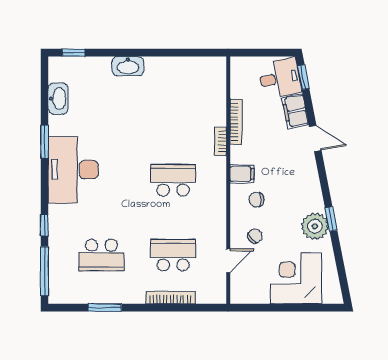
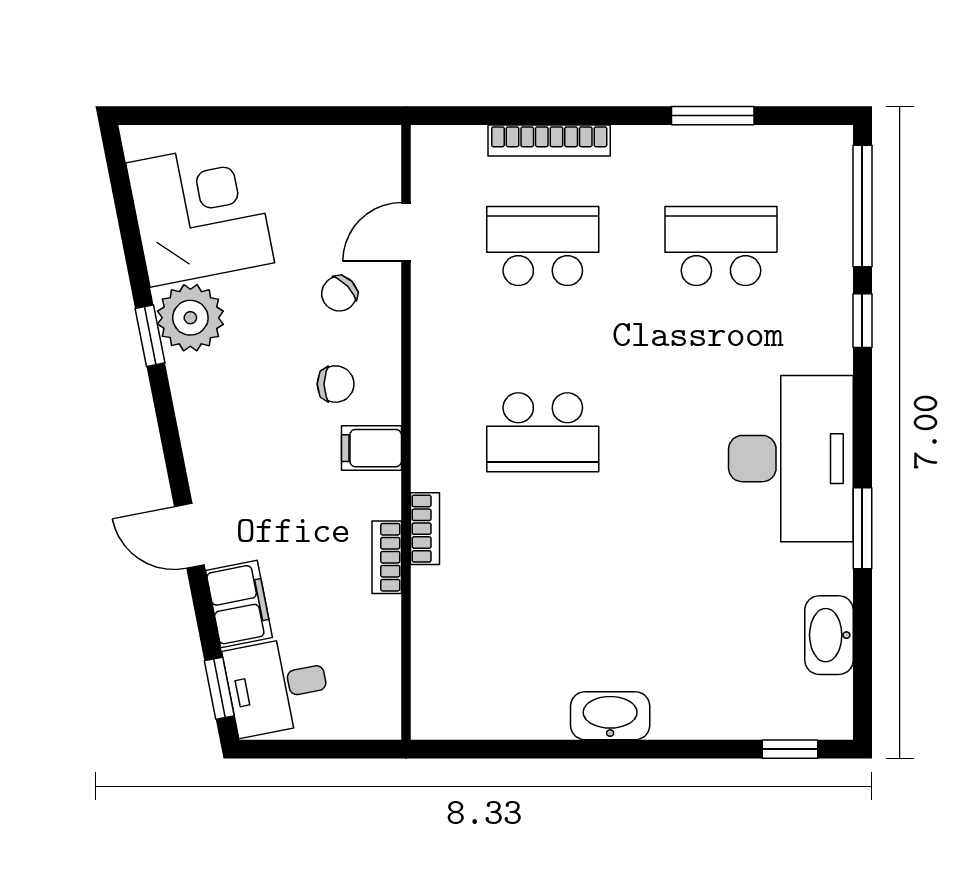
washbasin: (128, 66) -> (610, 716), moved
bookcase: (236, 122) -> (387, 557), width x0.64
school desk: (173, 255) -> (543, 246), turned 180
corner desk: (296, 278) -> (200, 213), moved, turned -101

